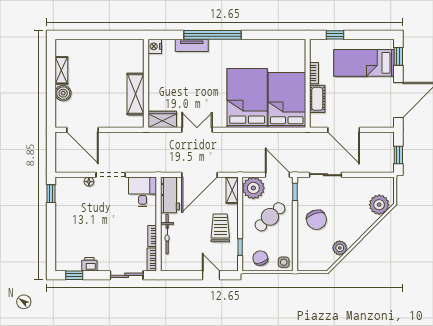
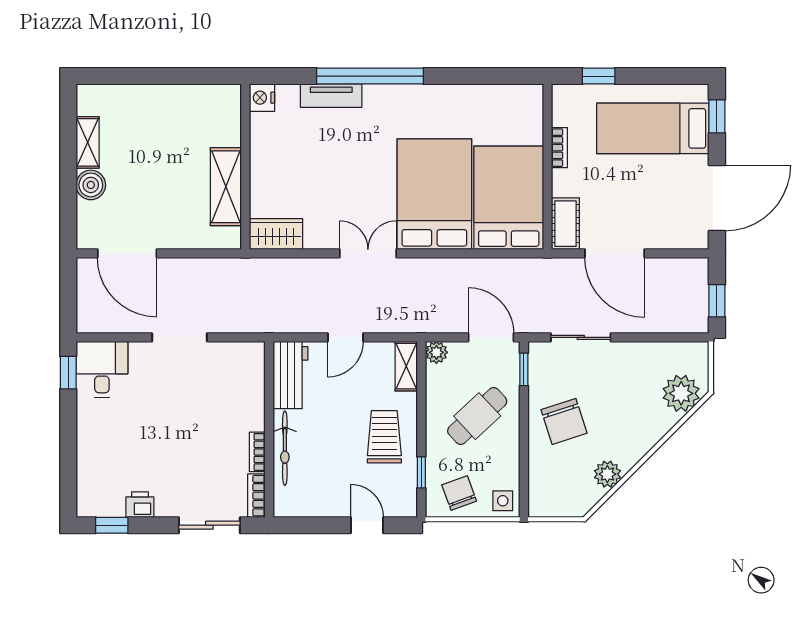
cot: (317, 99) -> (565, 224), moved
double door: (197, 130) -> (368, 253), moved
door: (199, 175) -> (345, 337), width x0.53
floor lamp: (89, 182) -> (139, 350), removed
plant: (253, 188) -> (436, 352), width x0.53, depth x0.53
desk: (143, 192) -> (102, 369), moved

